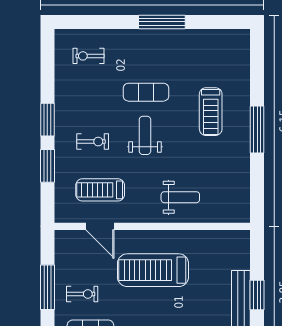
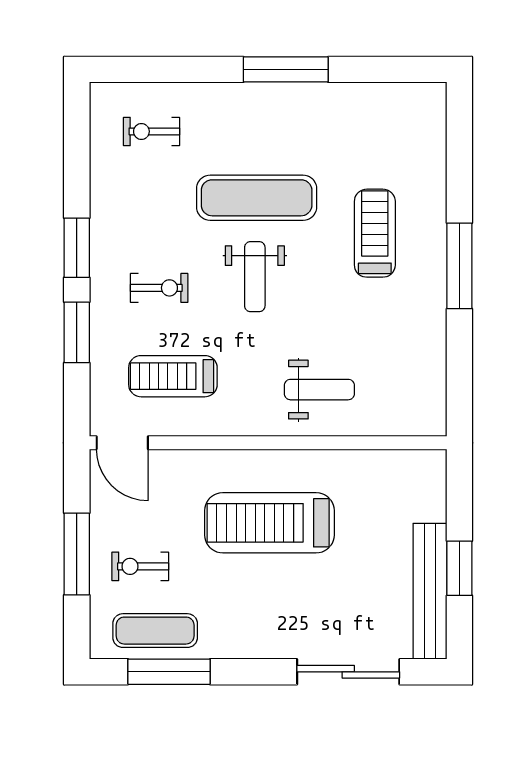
exercise mat: (146, 92) -> (257, 198), width x1.36, depth x1.45
treadmill: (211, 112) -> (375, 233), turned 180
weight bench: (145, 135) -> (255, 277), turned 180
door: (100, 226) -> (122, 443), moved
exercise bike: (82, 294) -> (140, 566), turned 180

